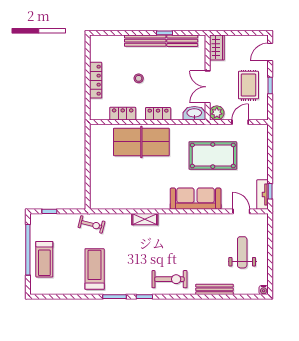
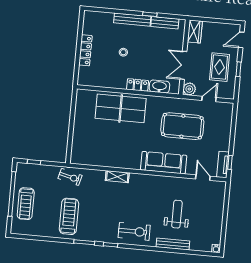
washbasin: (194, 113) -> (159, 87), moved
locker: (123, 114) -> (106, 82), removed
weight bench: (242, 252) -> (177, 214), moved

